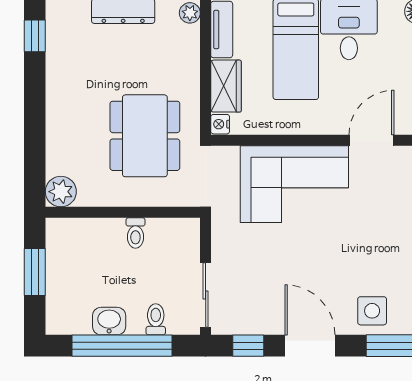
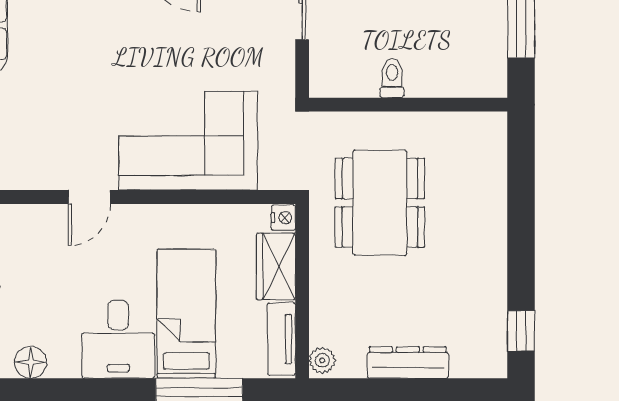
door: (371, 140) -> (89, 197), width x0.73
plant: (61, 192) -> (488, 131), removed

